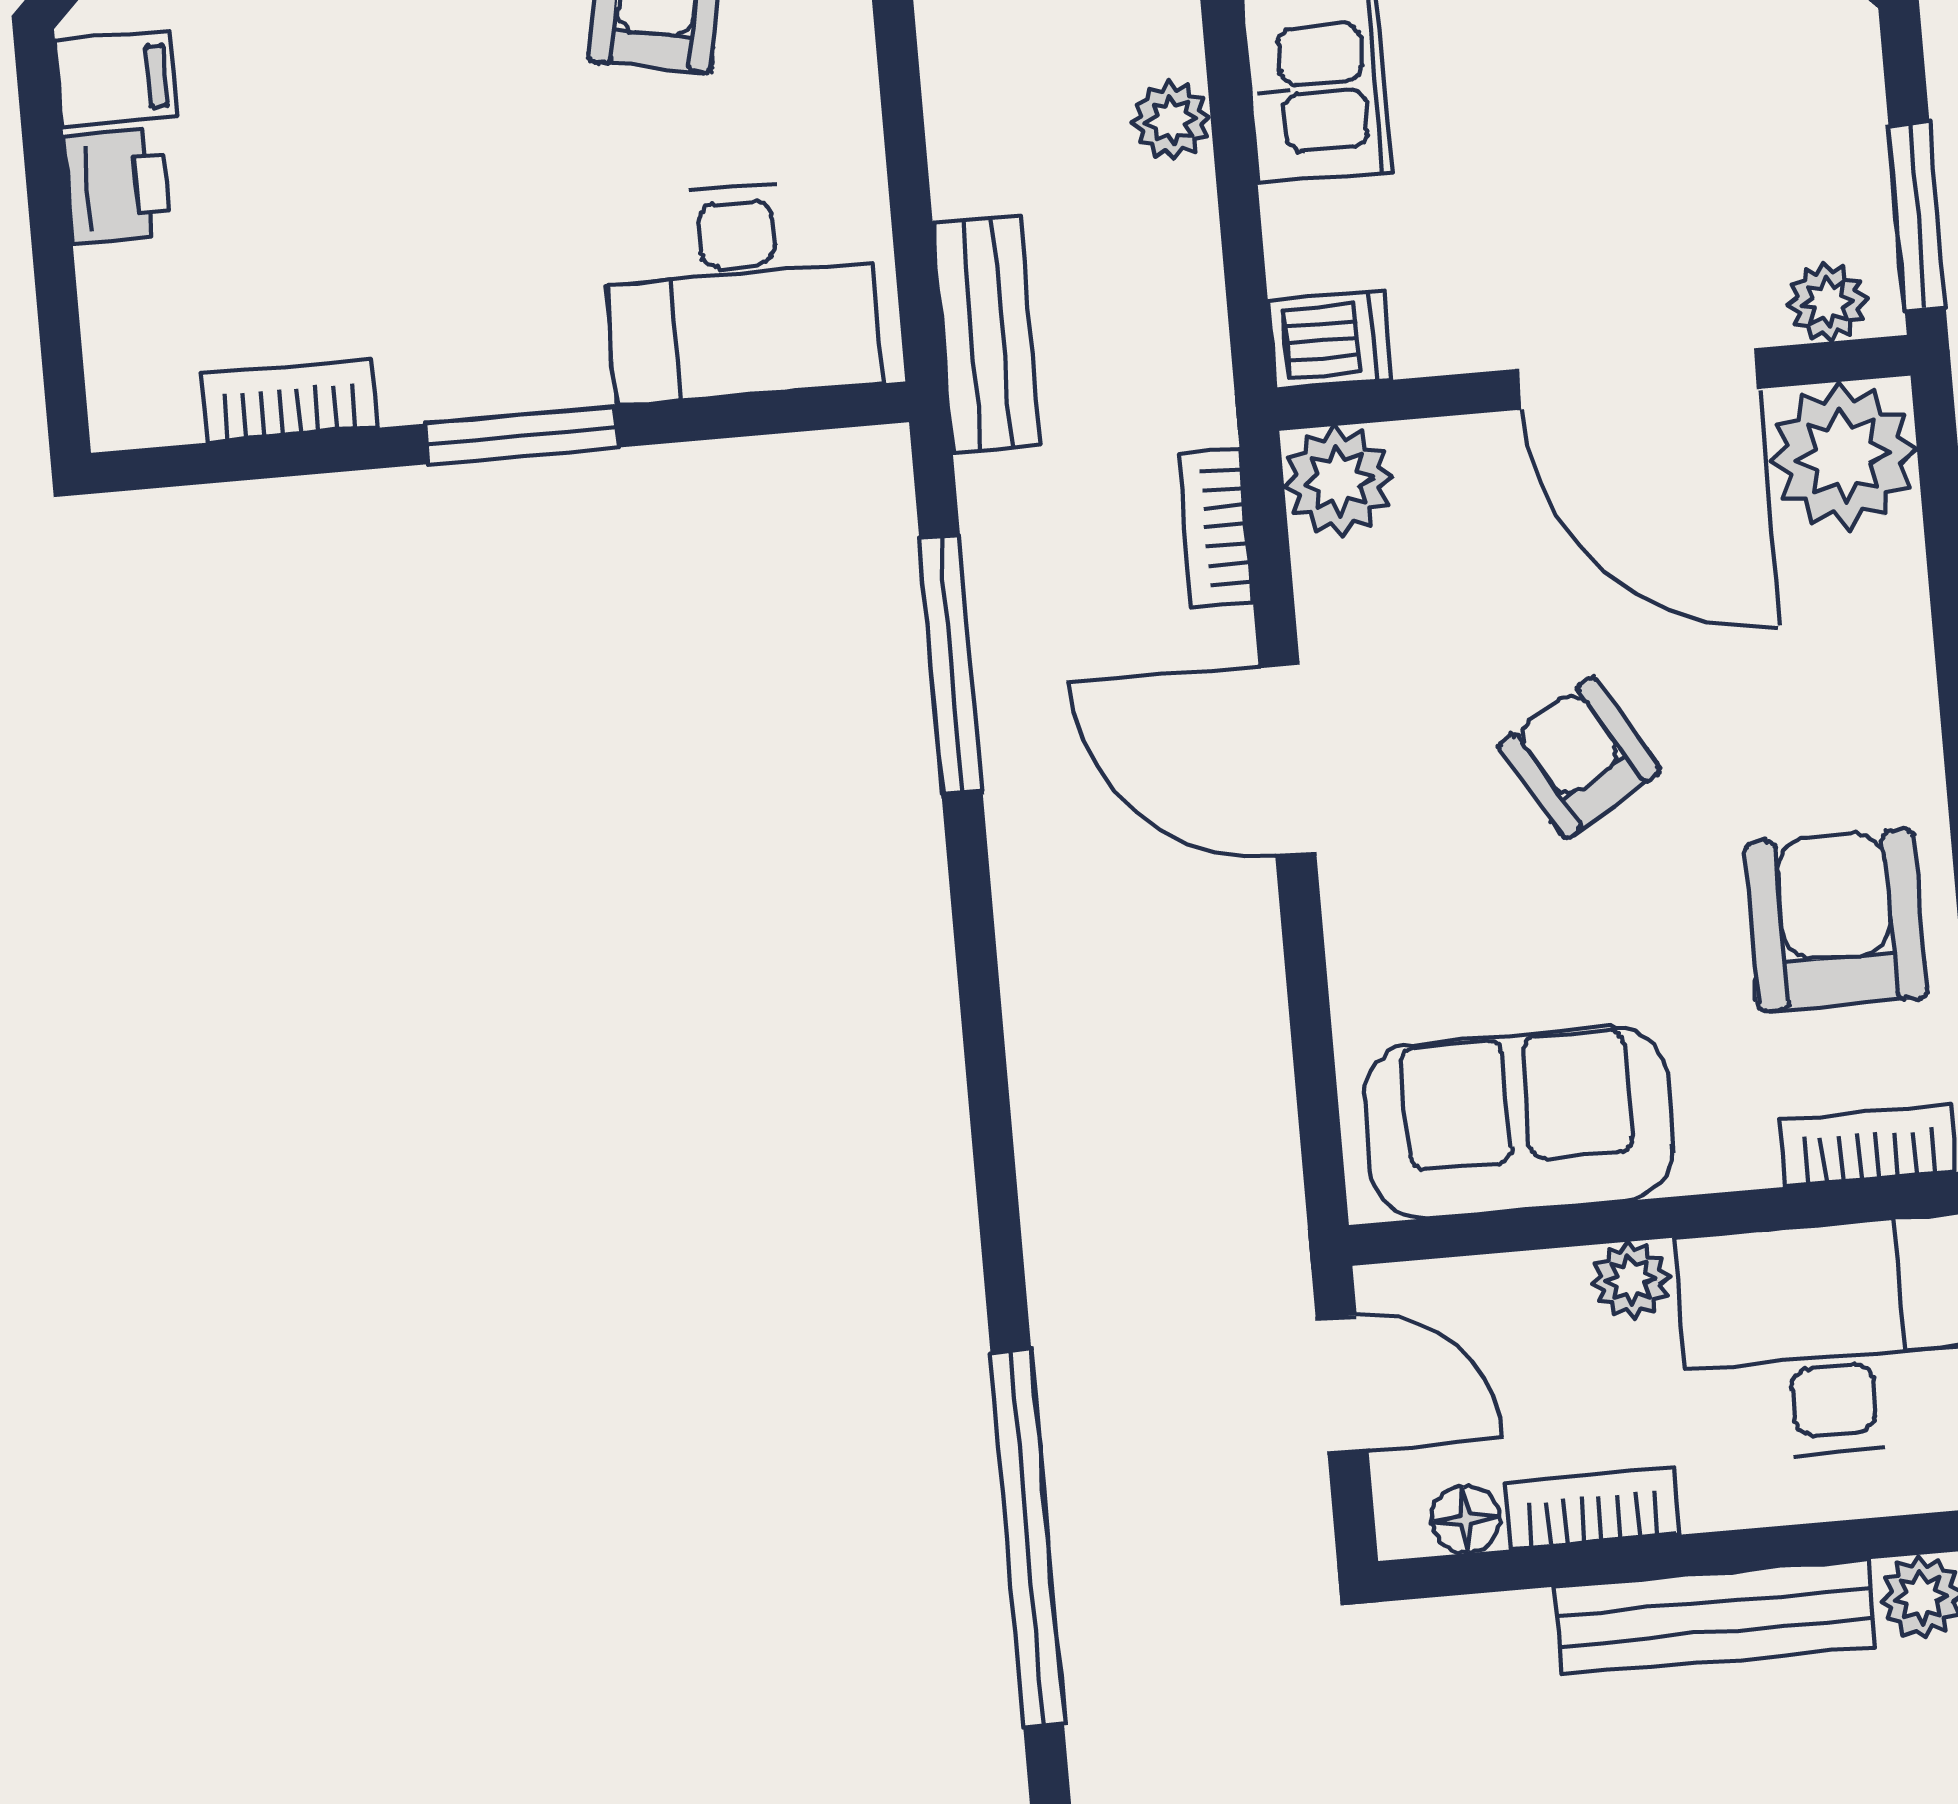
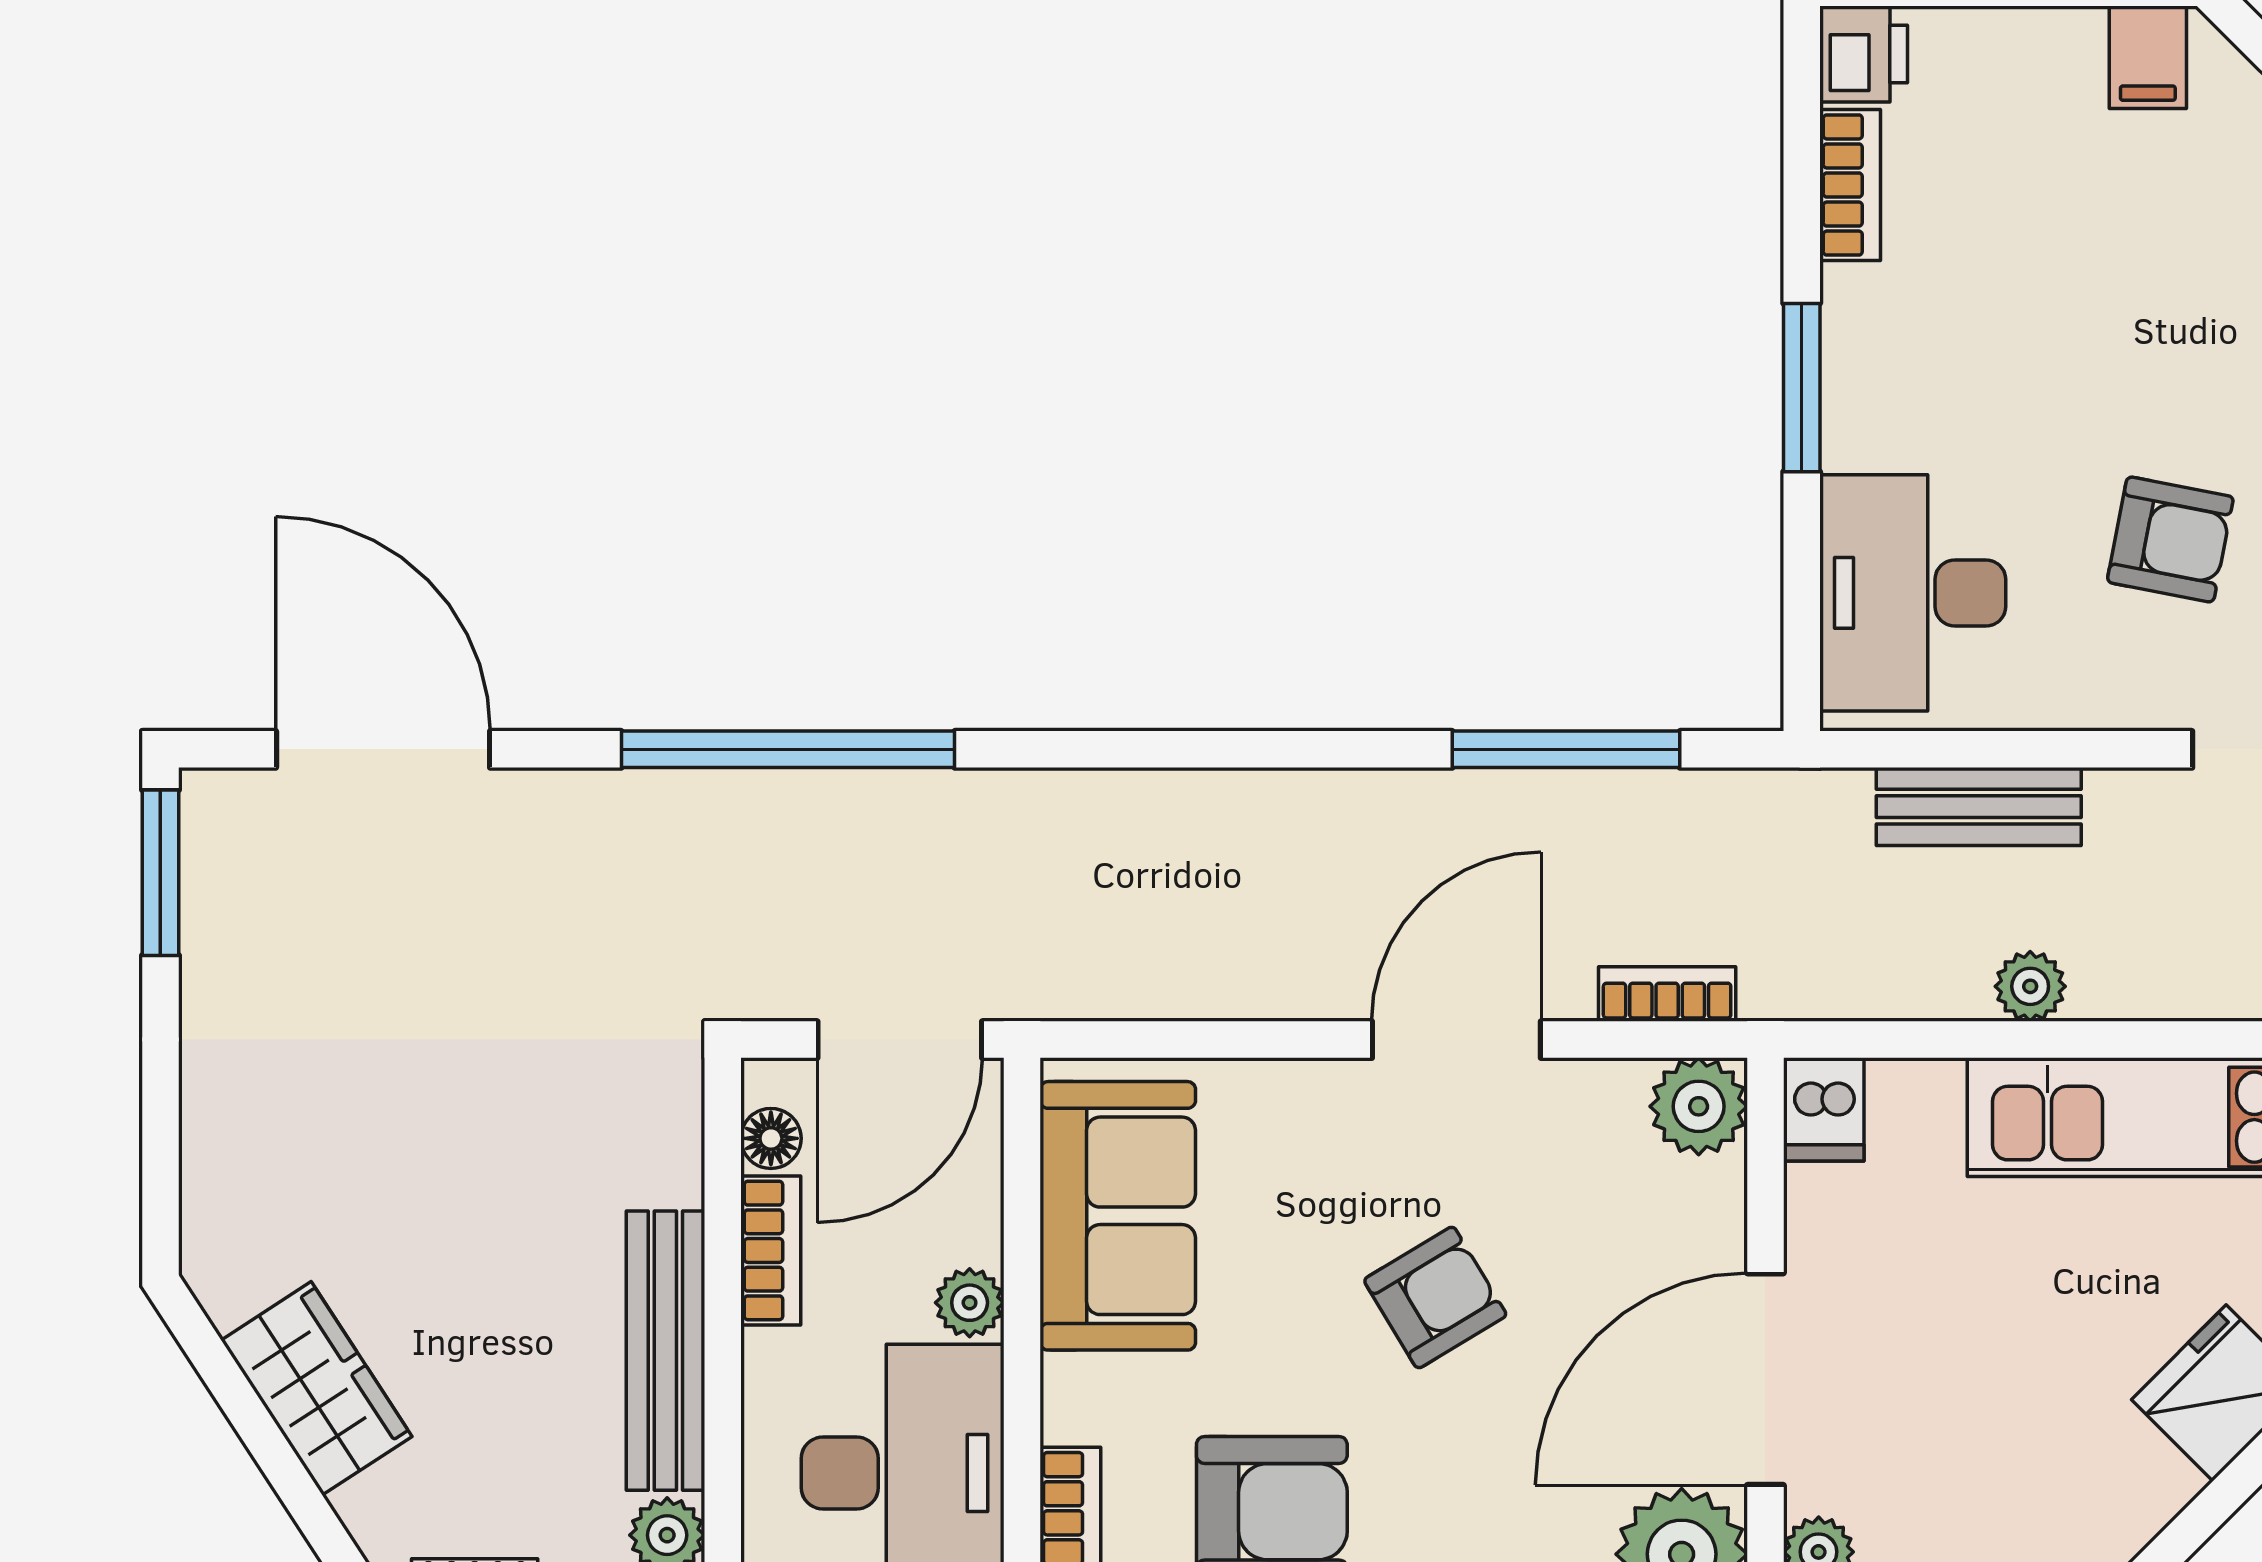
printer: (117, 186) -> (1864, 54), moved, turned -90
bench: (987, 335) -> (1979, 807), moved
door: (1342, 1384) -> (900, 1040), width x1.38

